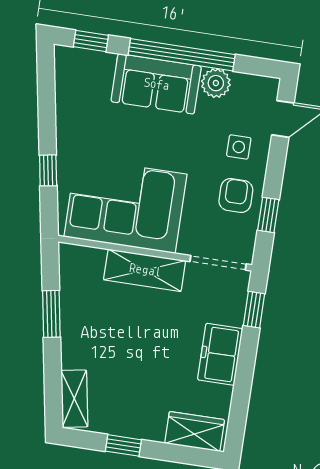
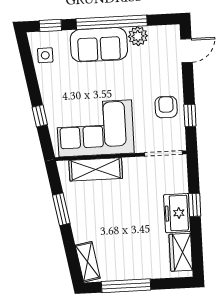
side table: (239, 147) -> (45, 55), moved
shelving: (145, 270) -> (96, 169), moved
window: (254, 310) -> (195, 205), moved
wardrobe: (195, 431) -> (181, 252), moved, turned -90
window: (123, 445) -> (126, 286), width x2.17

